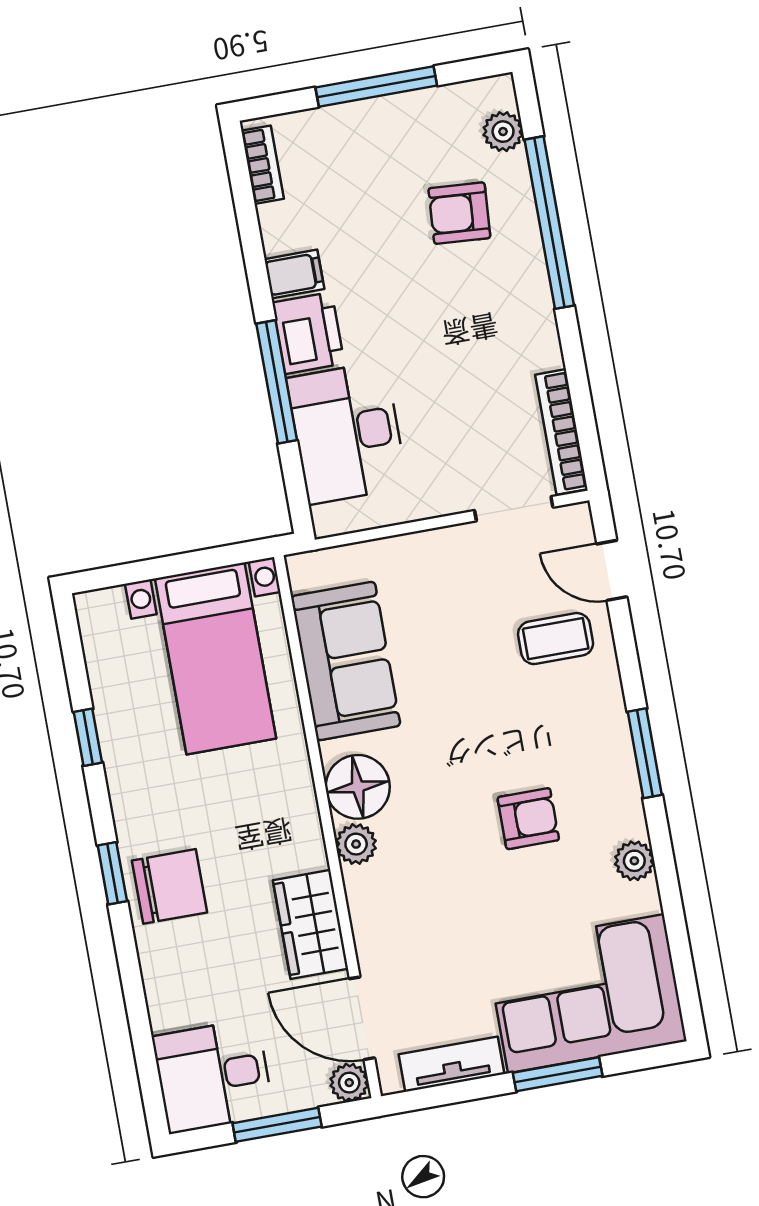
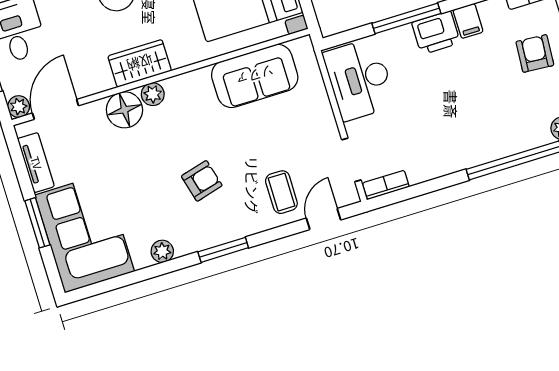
armchair: (459, 213) -> (535, 53), moved
bookcase: (561, 432) -> (386, 185), width x0.64
desk: (347, 433) -> (359, 79), moved, turned -90
floor lamp: (358, 787) -> (124, 110), moved
armchair: (528, 819) -> (202, 181), moved, turned -105
wardrobe: (311, 924) -> (140, 63), moved

